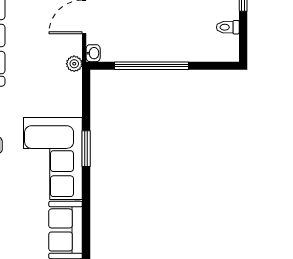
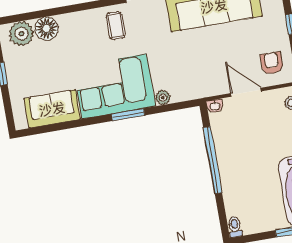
toilet: (228, 27) -> (235, 227), moved
plant: (74, 64) -> (163, 98), moved

